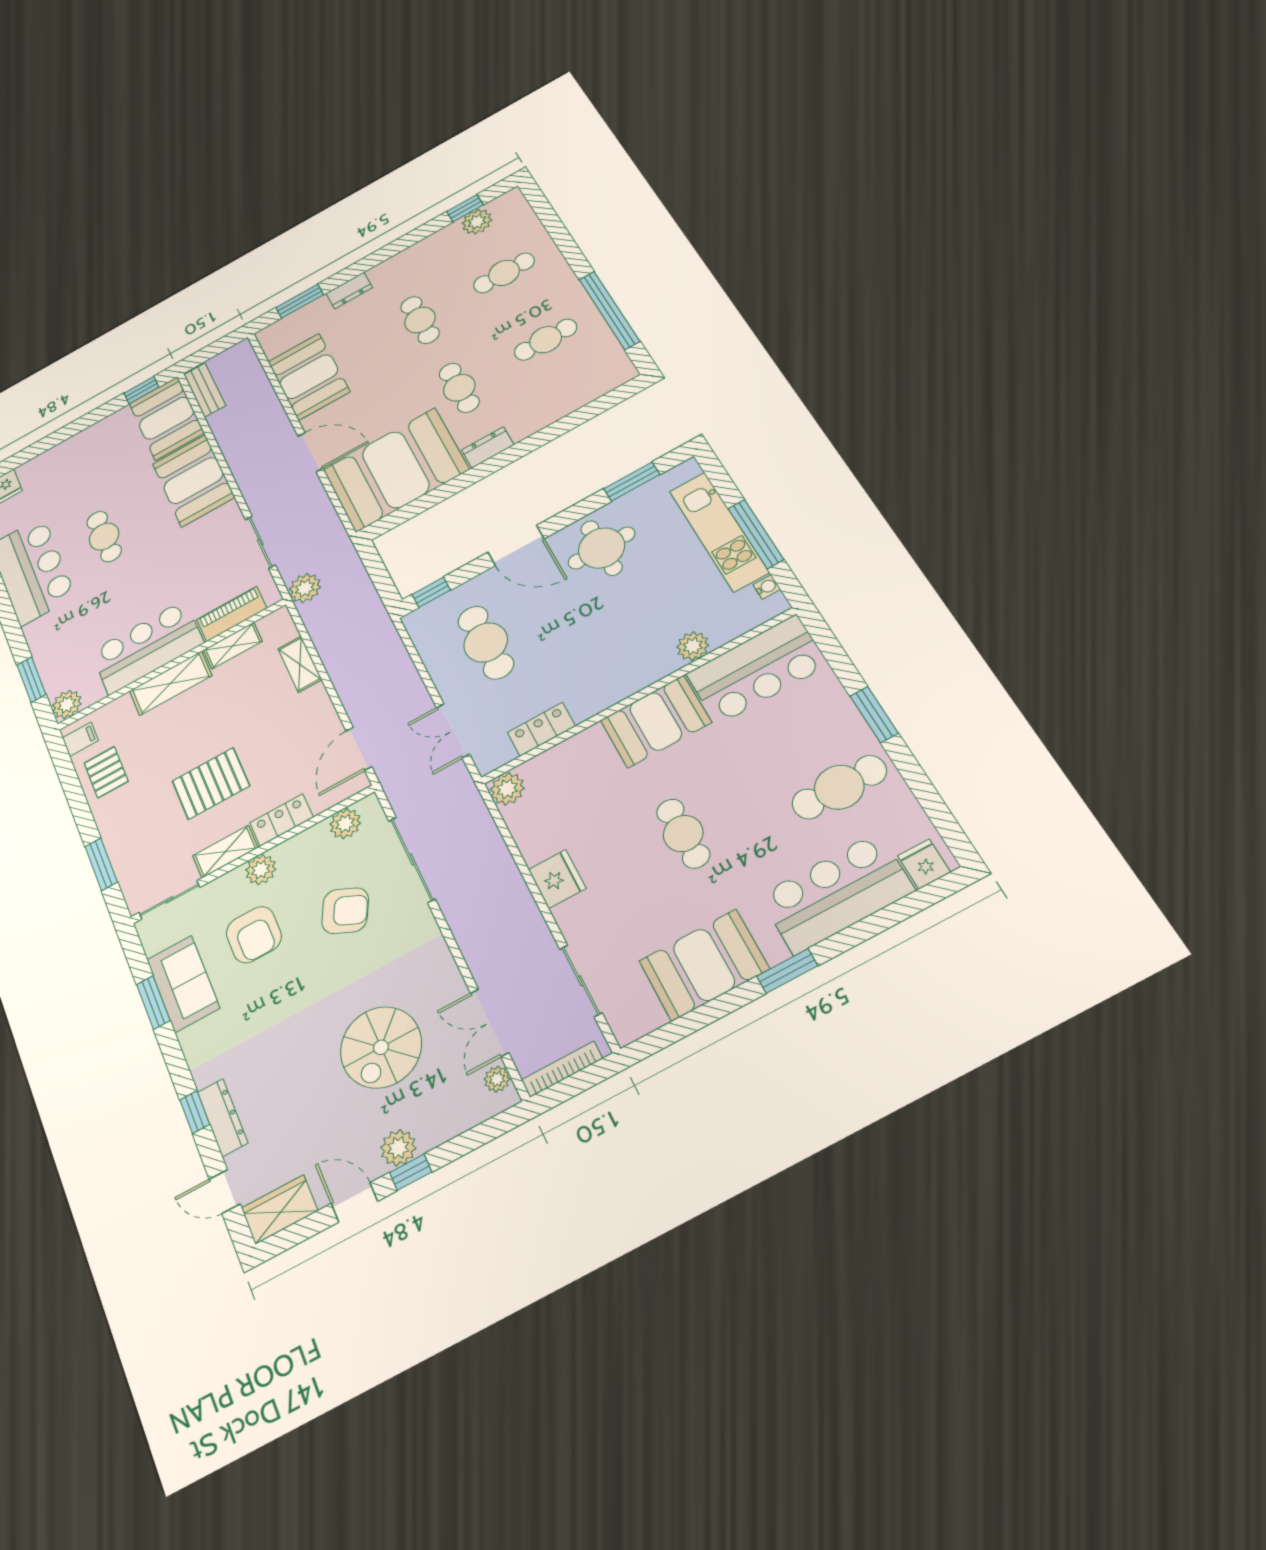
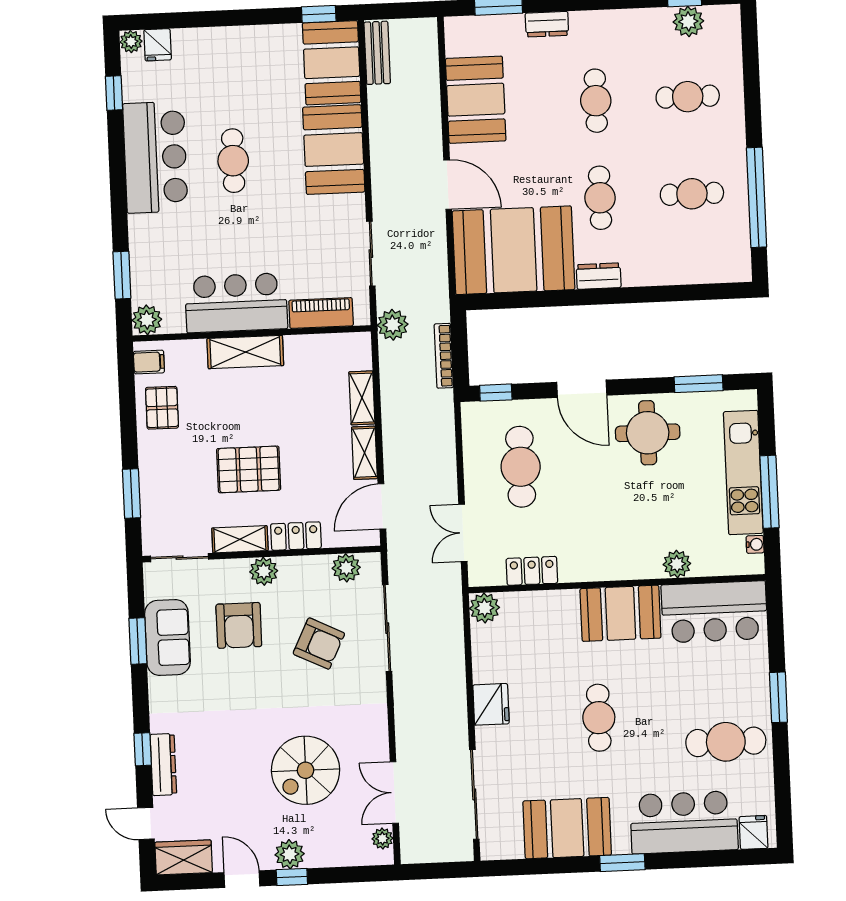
shelving: (233, 646) -> (364, 453), moved, turned 90
sliding door: (581, 981) -> (474, 794), width x1.37
bookcase: (562, 1069) -> (444, 356), moved, turned -90

